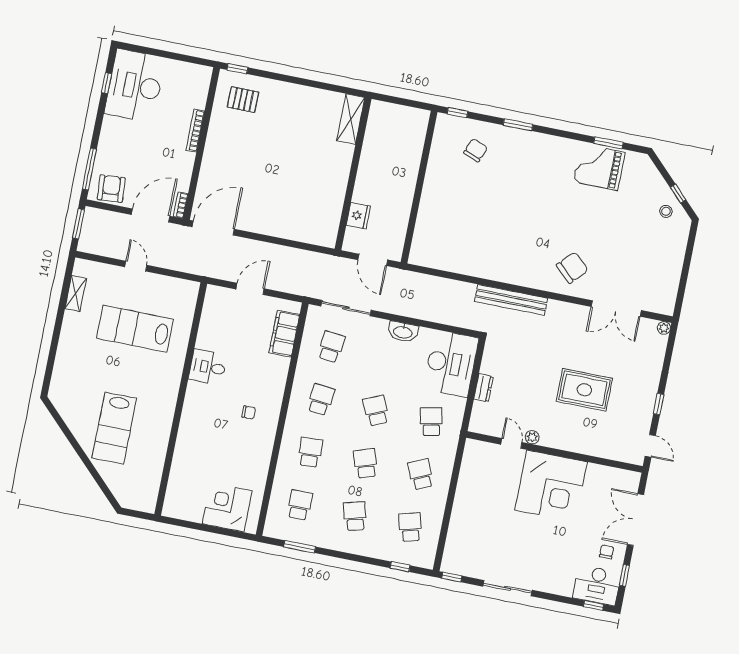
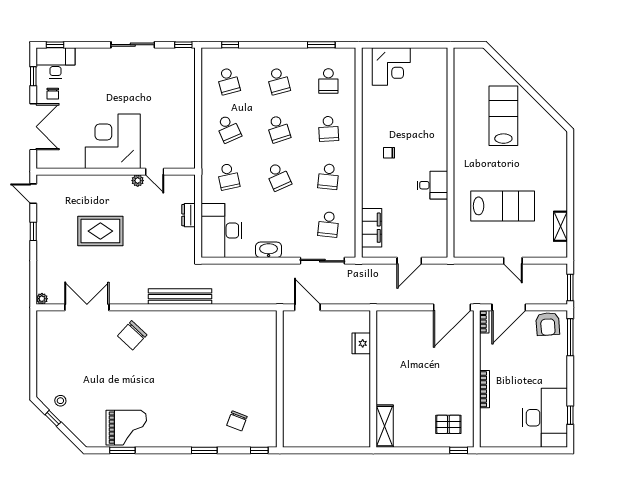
shelving: (351, 119) -> (385, 426), moved
wall: (353, 174) -> (373, 379), moved
fridge: (358, 216) -> (361, 343), moved

